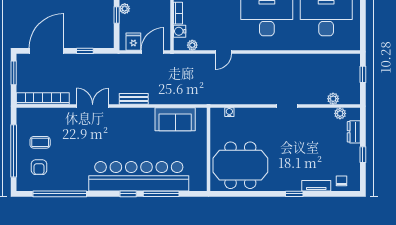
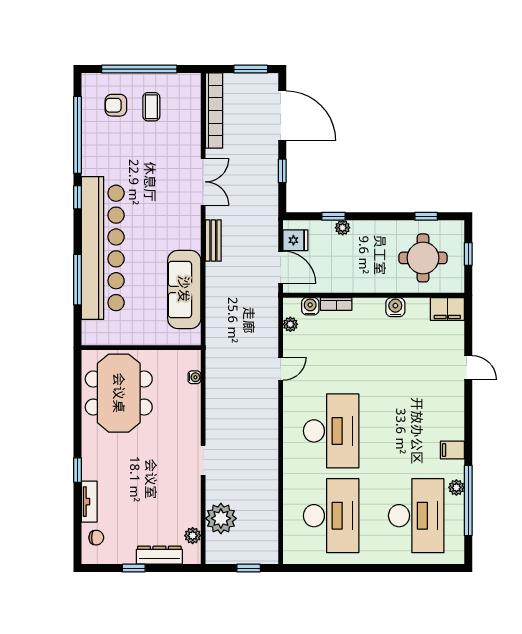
door: (223, 52) -> (281, 369), swing flipped
plant: (333, 99) -> (221, 518), width x1.87, depth x1.87
sofa: (175, 119) -> (184, 289), width x1.36
dresser: (354, 132) -> (159, 555), width x1.44
window: (128, 194) -> (78, 197), moved

